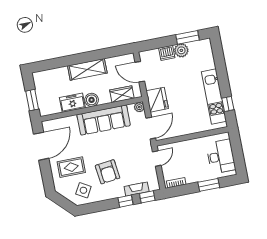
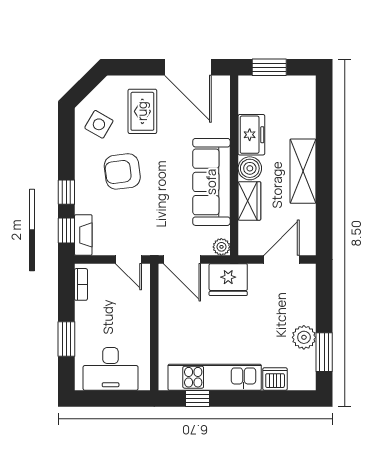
dishwasher: (167, 53) -> (275, 379), moved, turned 90
wardrobe: (122, 94) -> (249, 201), moved
fireplace: (137, 189) -> (83, 235), moved

